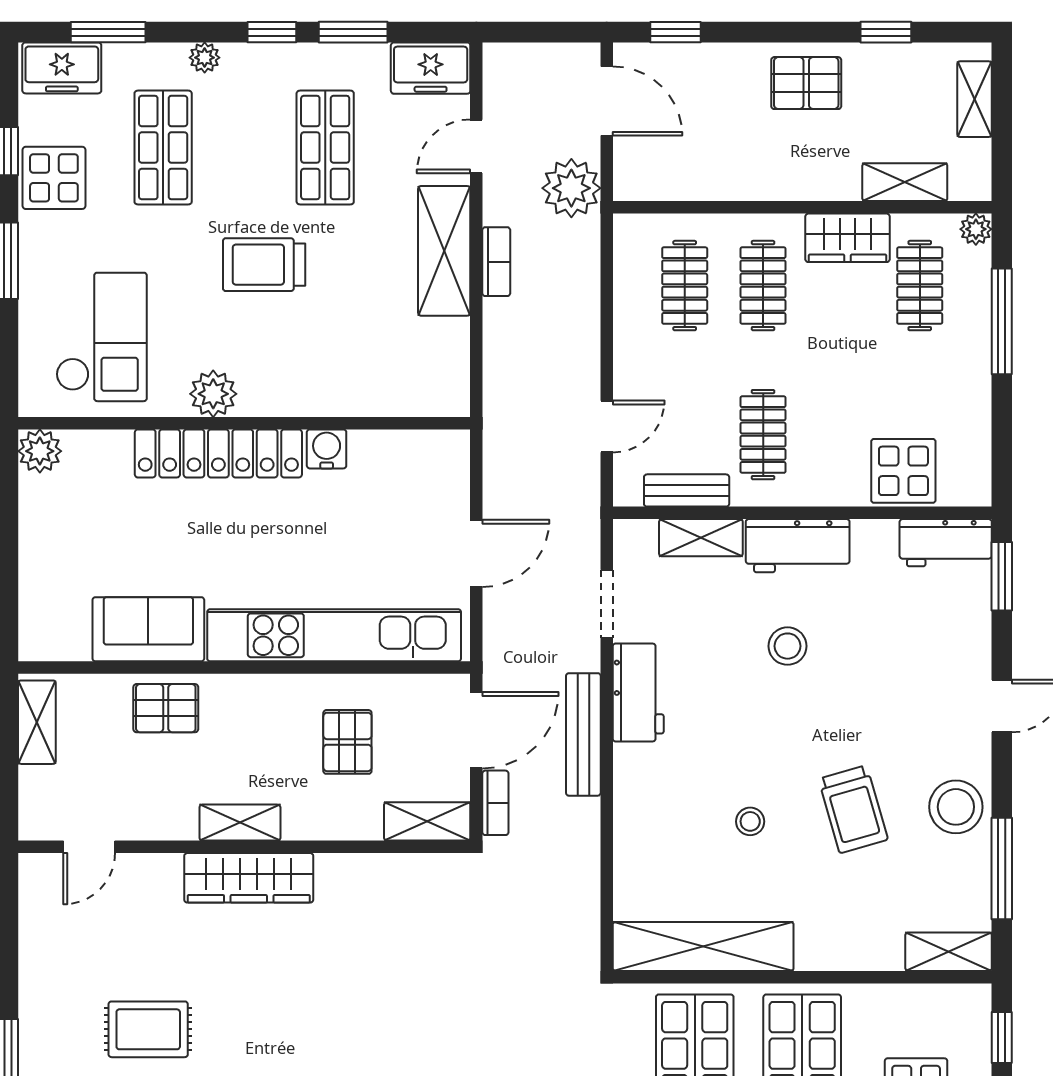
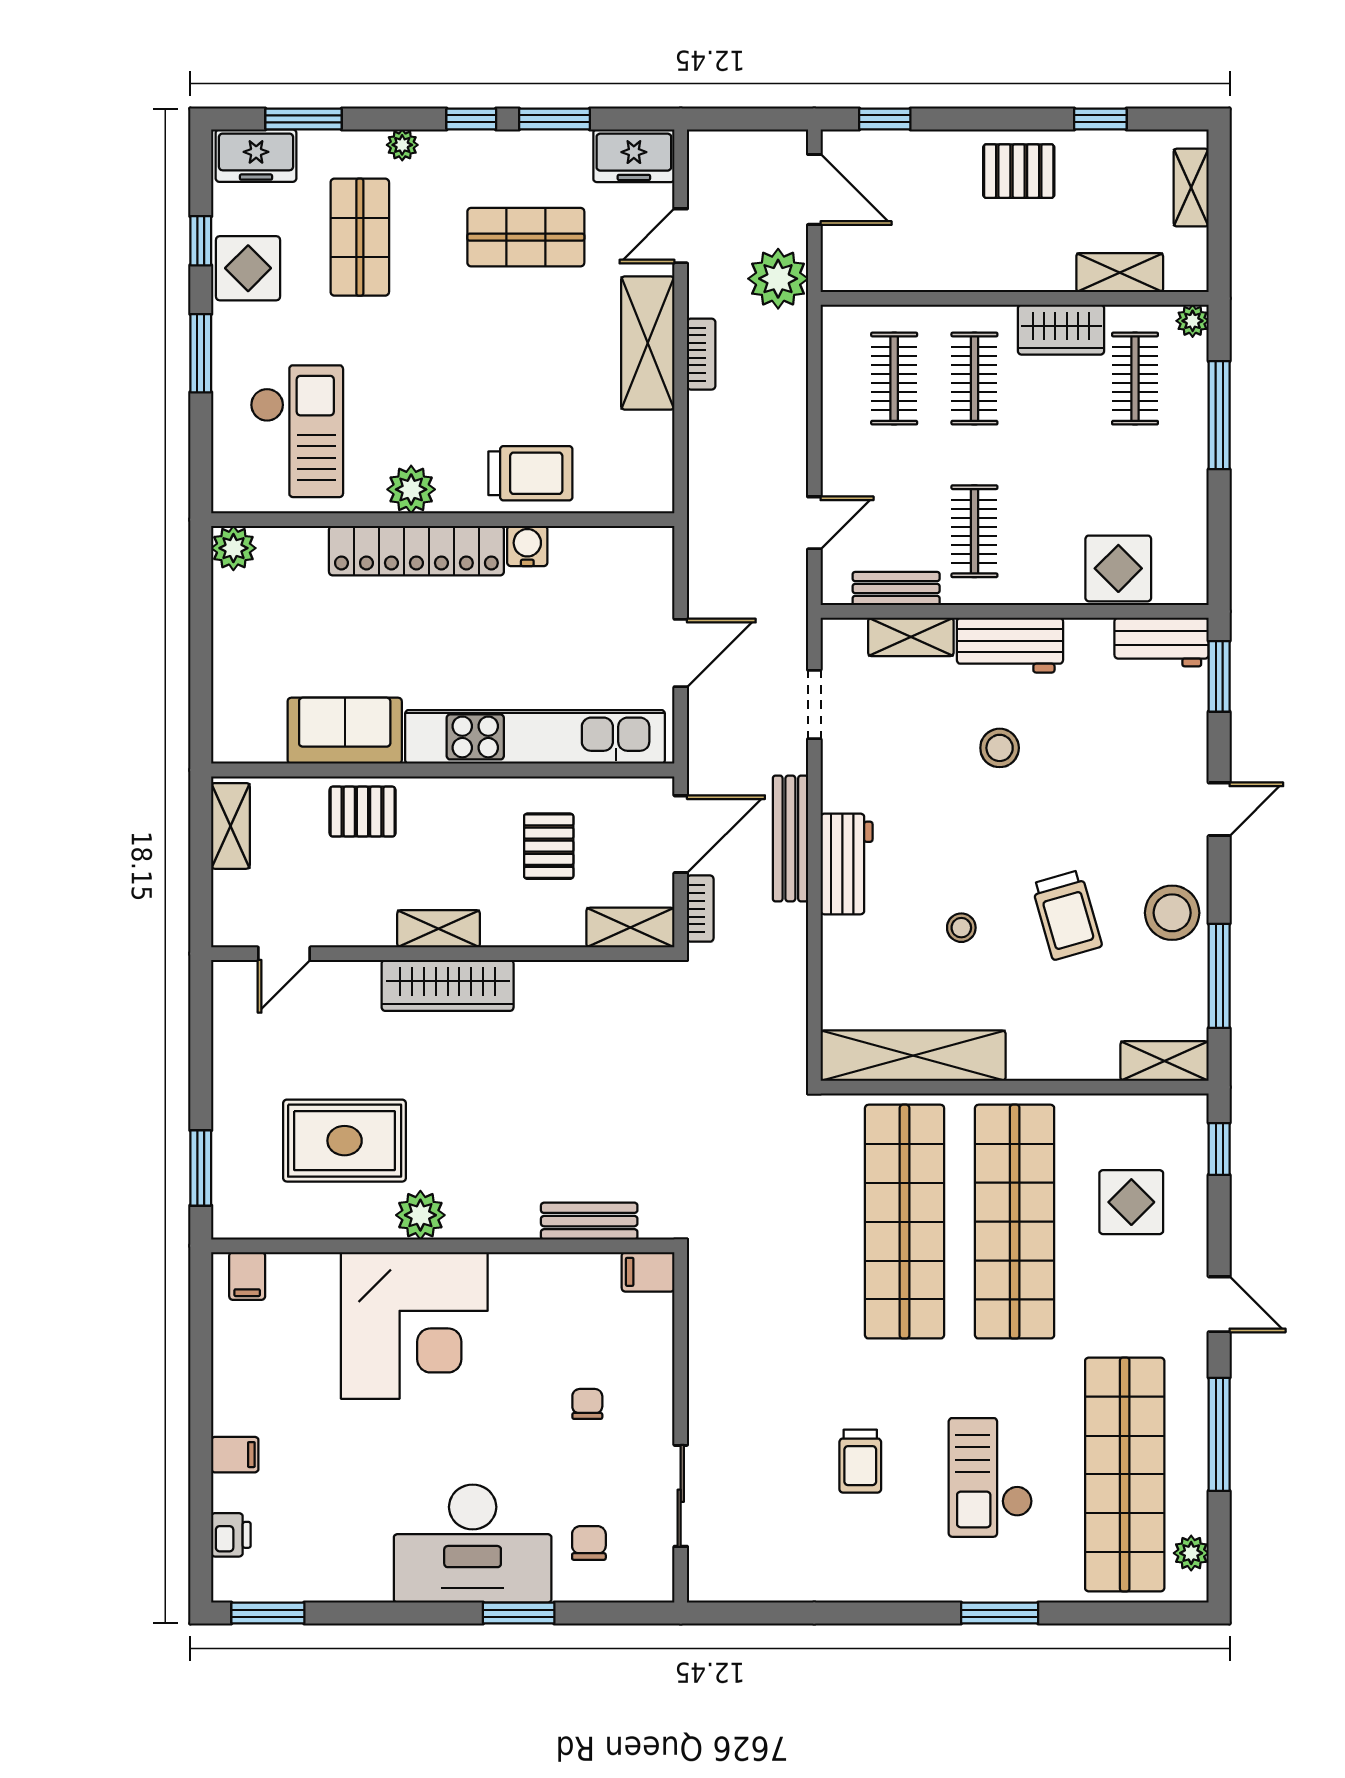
shop shelf: (325, 148) -> (526, 237), turned 90
trolley: (264, 265) -> (530, 473), moved, turned 180
workbench: (638, 692) -> (847, 864), moved
rug: (148, 1029) -> (345, 1141), width x1.36, depth x1.43

